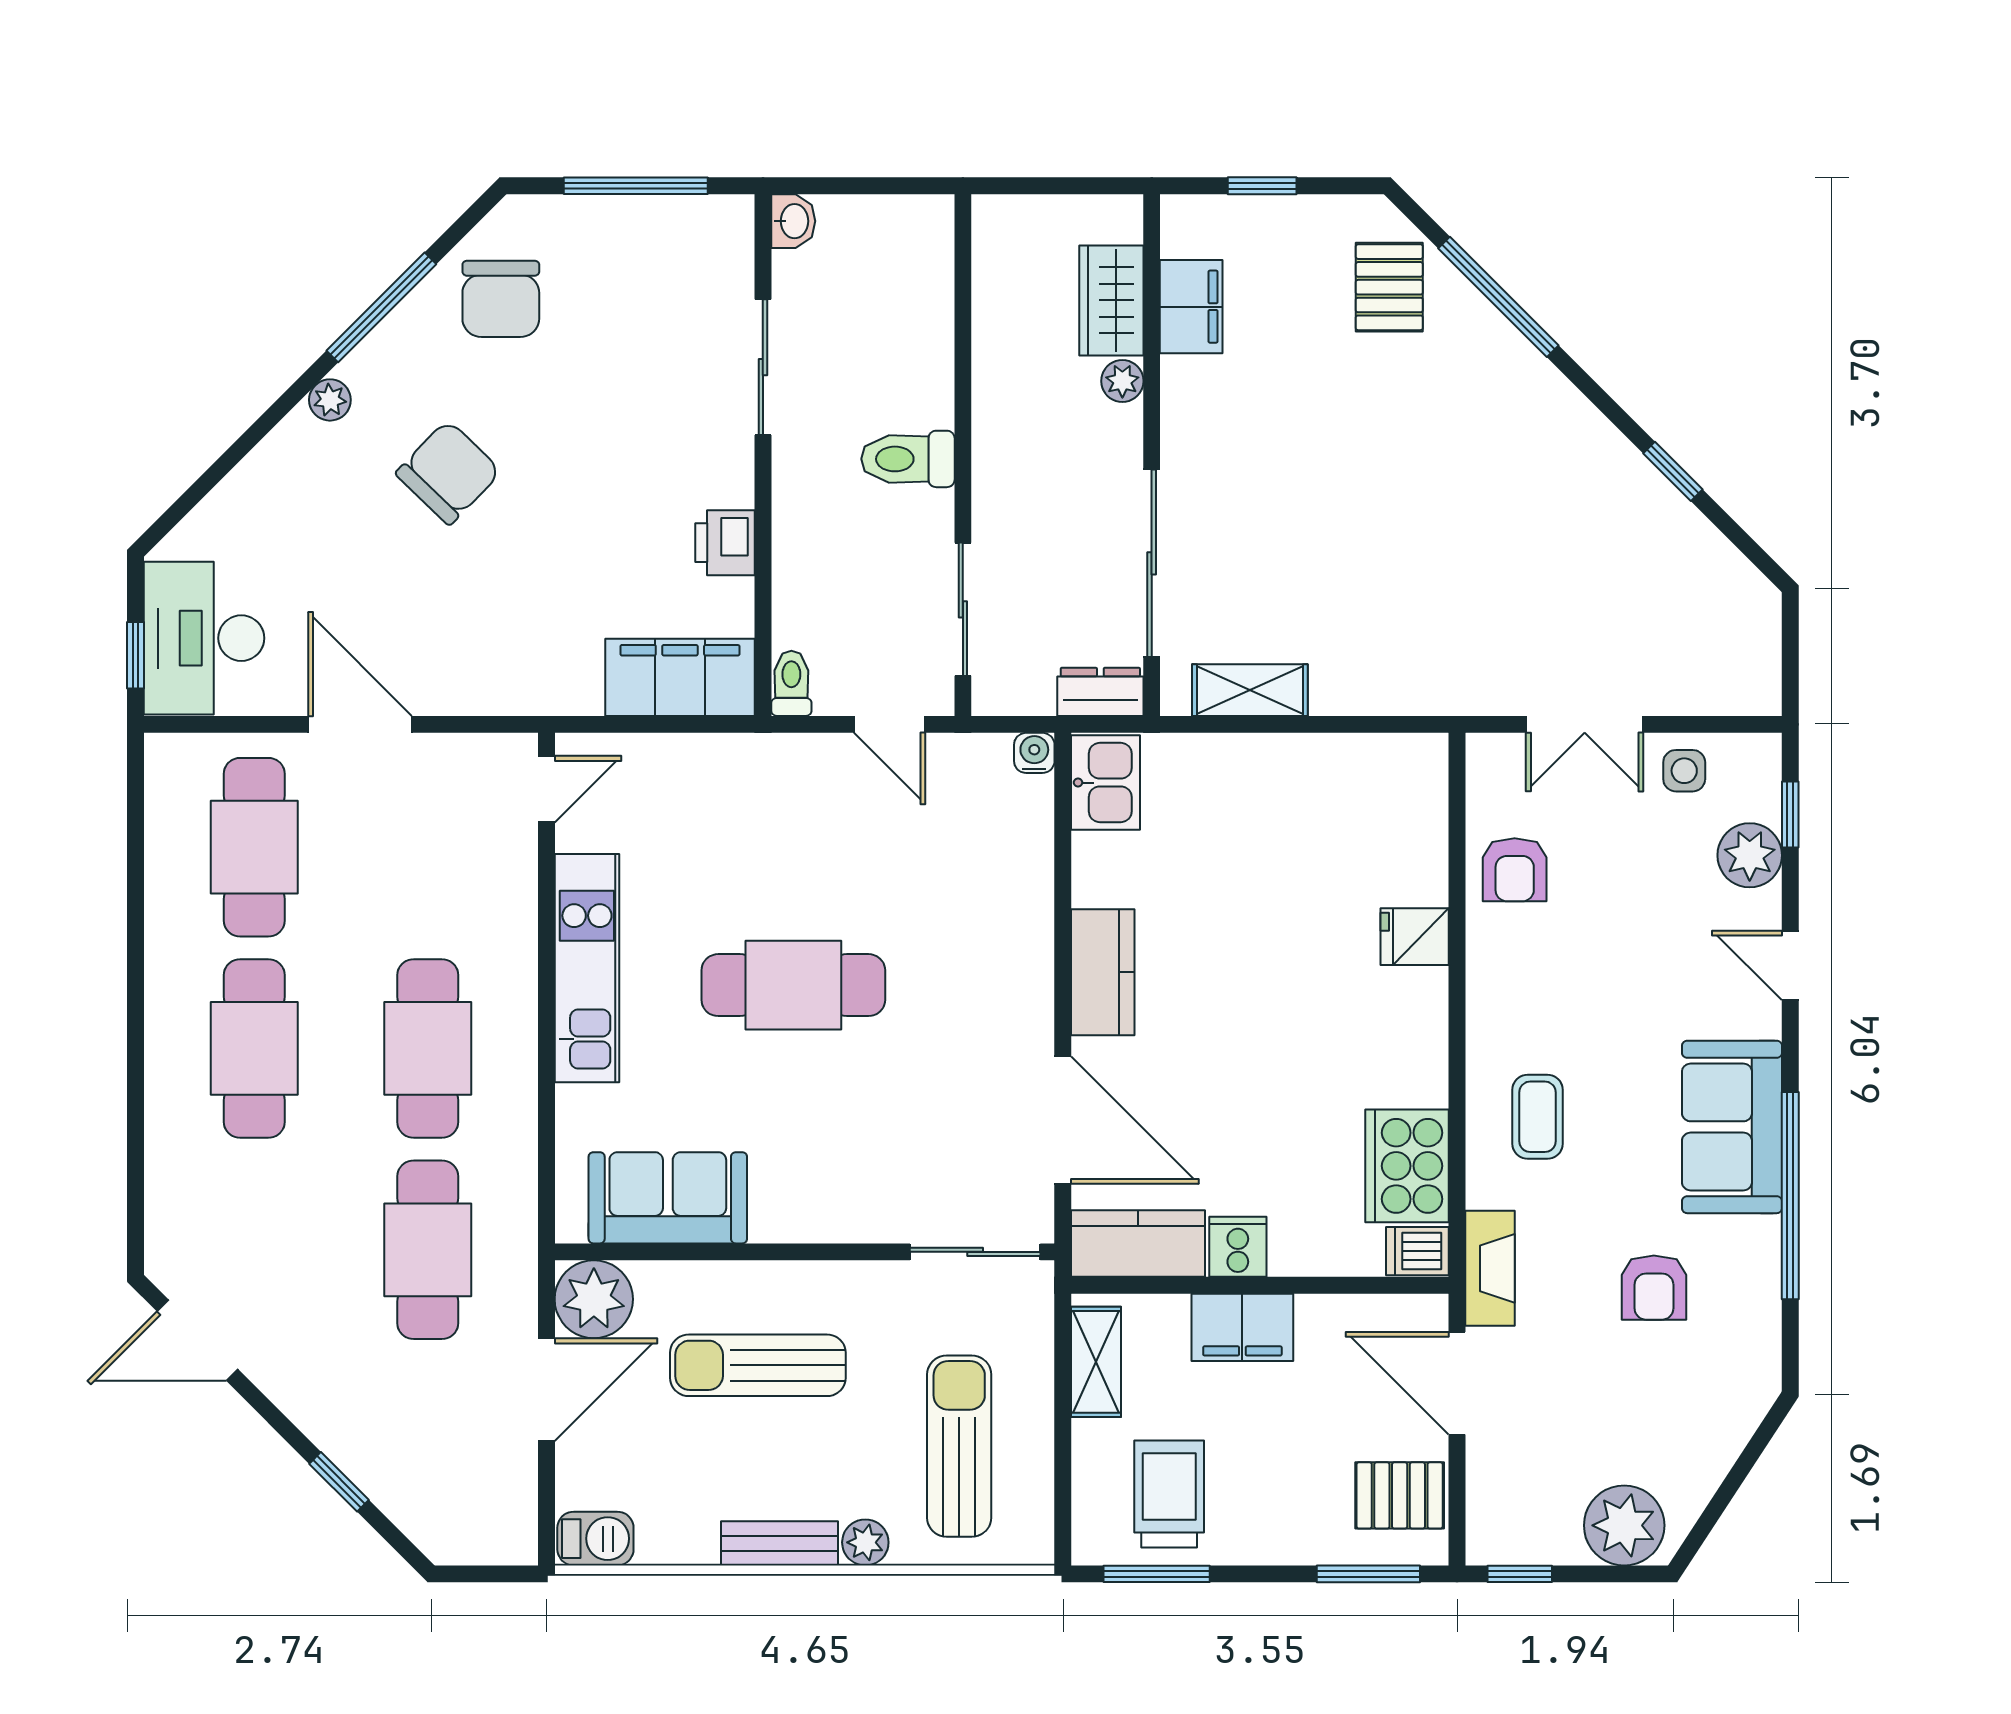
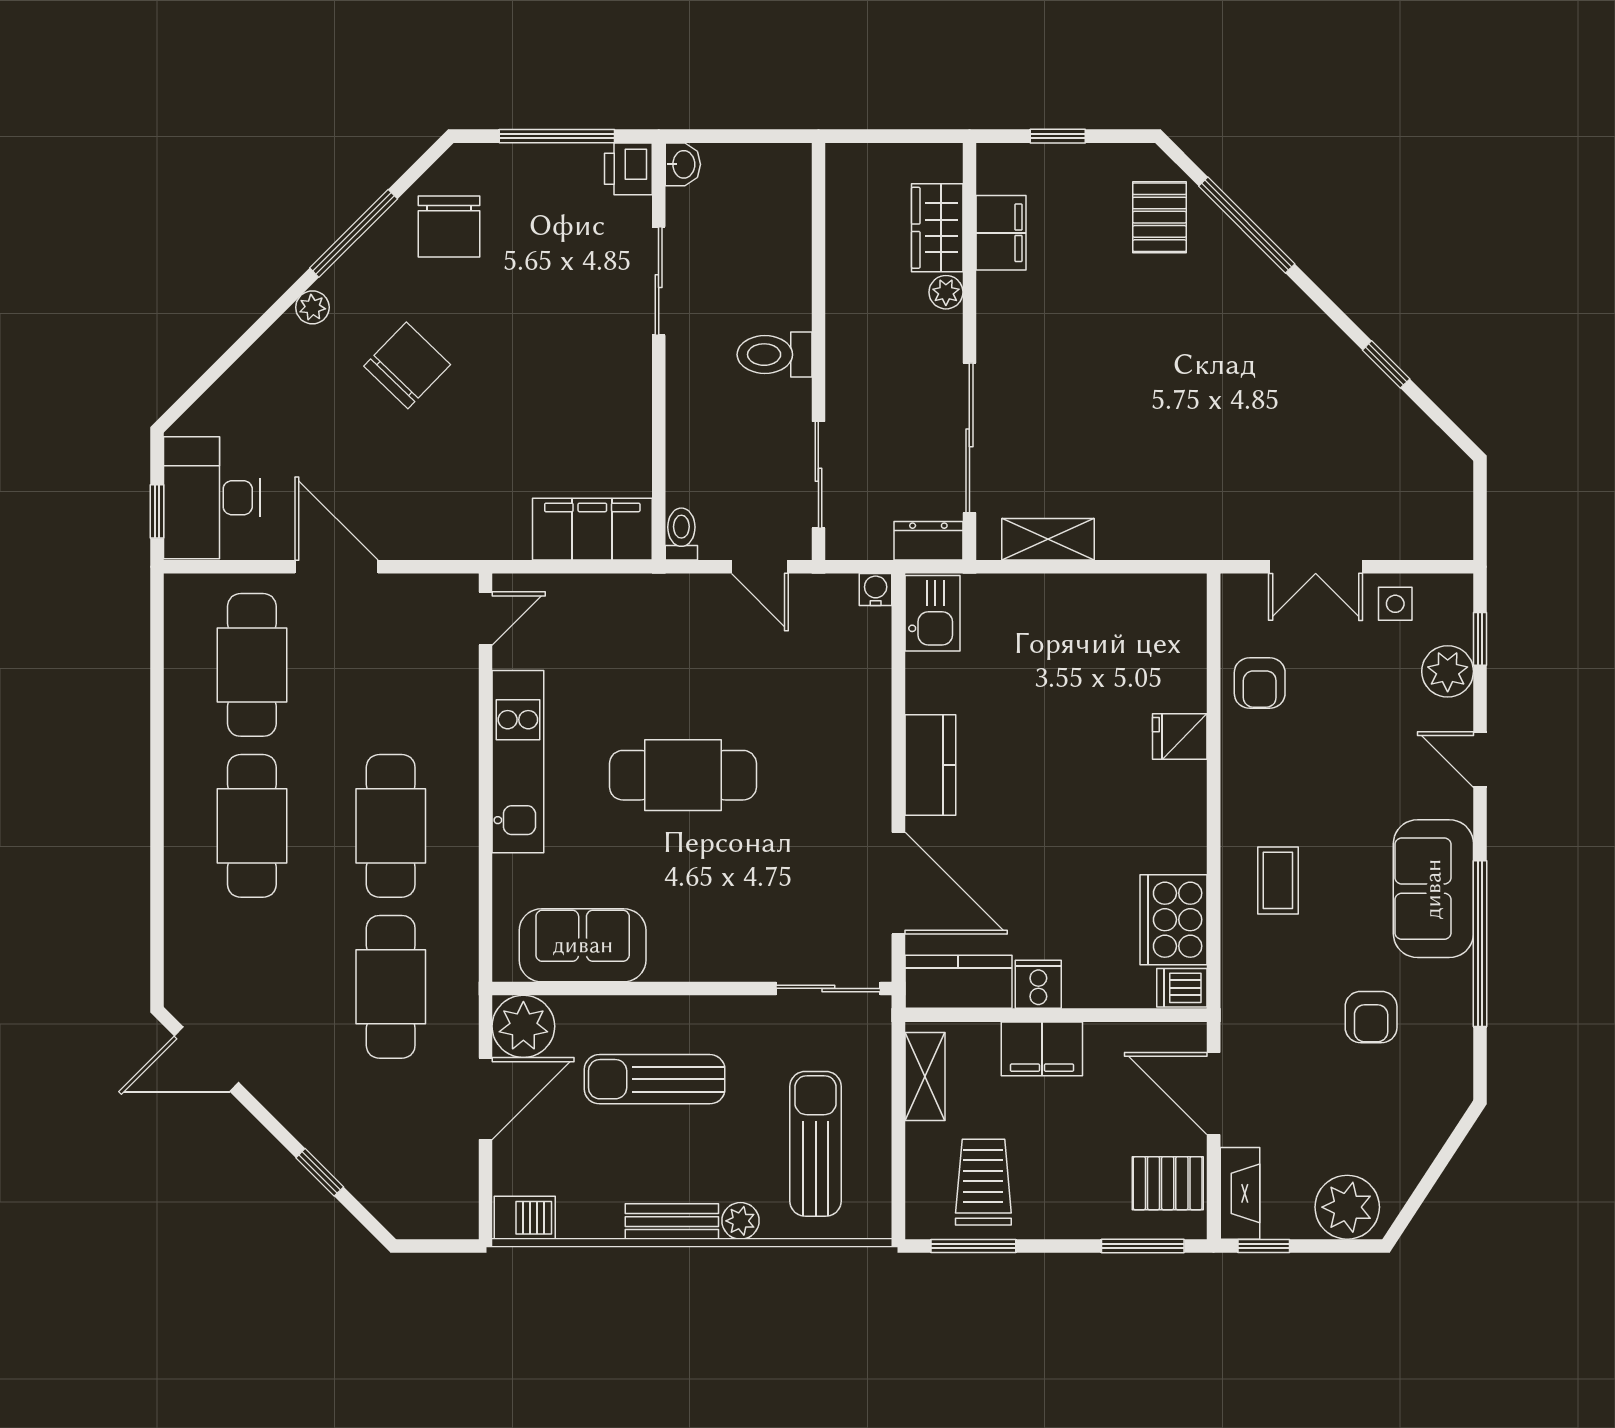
printer: (725, 543) -> (628, 169), moved
fireplace: (1490, 1268) -> (1240, 1193), moved

